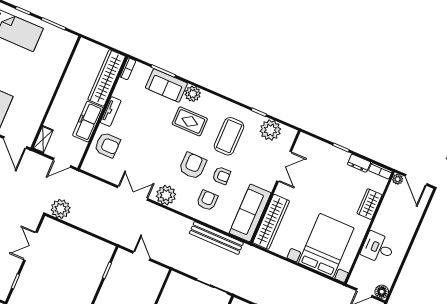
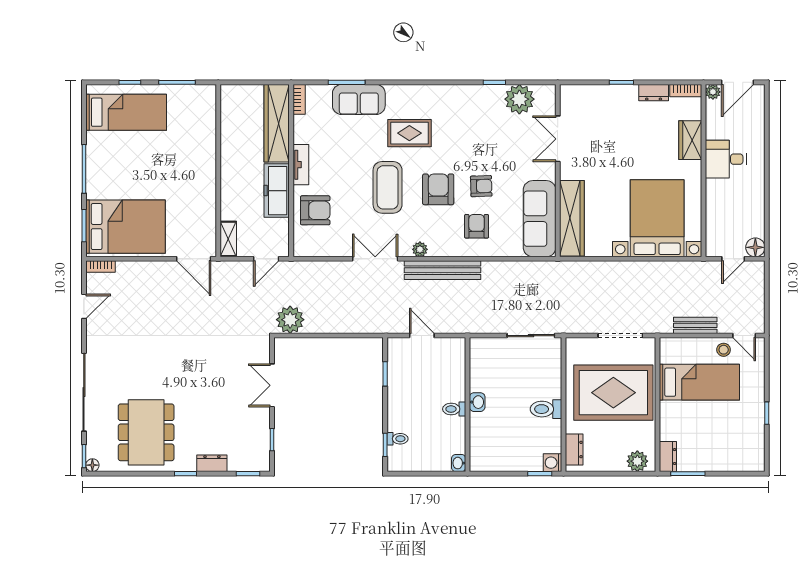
plant: (193, 94) -> (398, 96), removed
coffee table: (229, 136) -> (388, 187), moved
double door: (284, 166) -> (558, 139), swing flipped
door: (416, 180) -> (738, 82), hinge flipped
plant: (166, 195) -> (420, 249), width x0.53, depth x0.53
bench: (216, 238) -> (443, 270), moved
desk: (378, 248) -> (726, 159), moved

